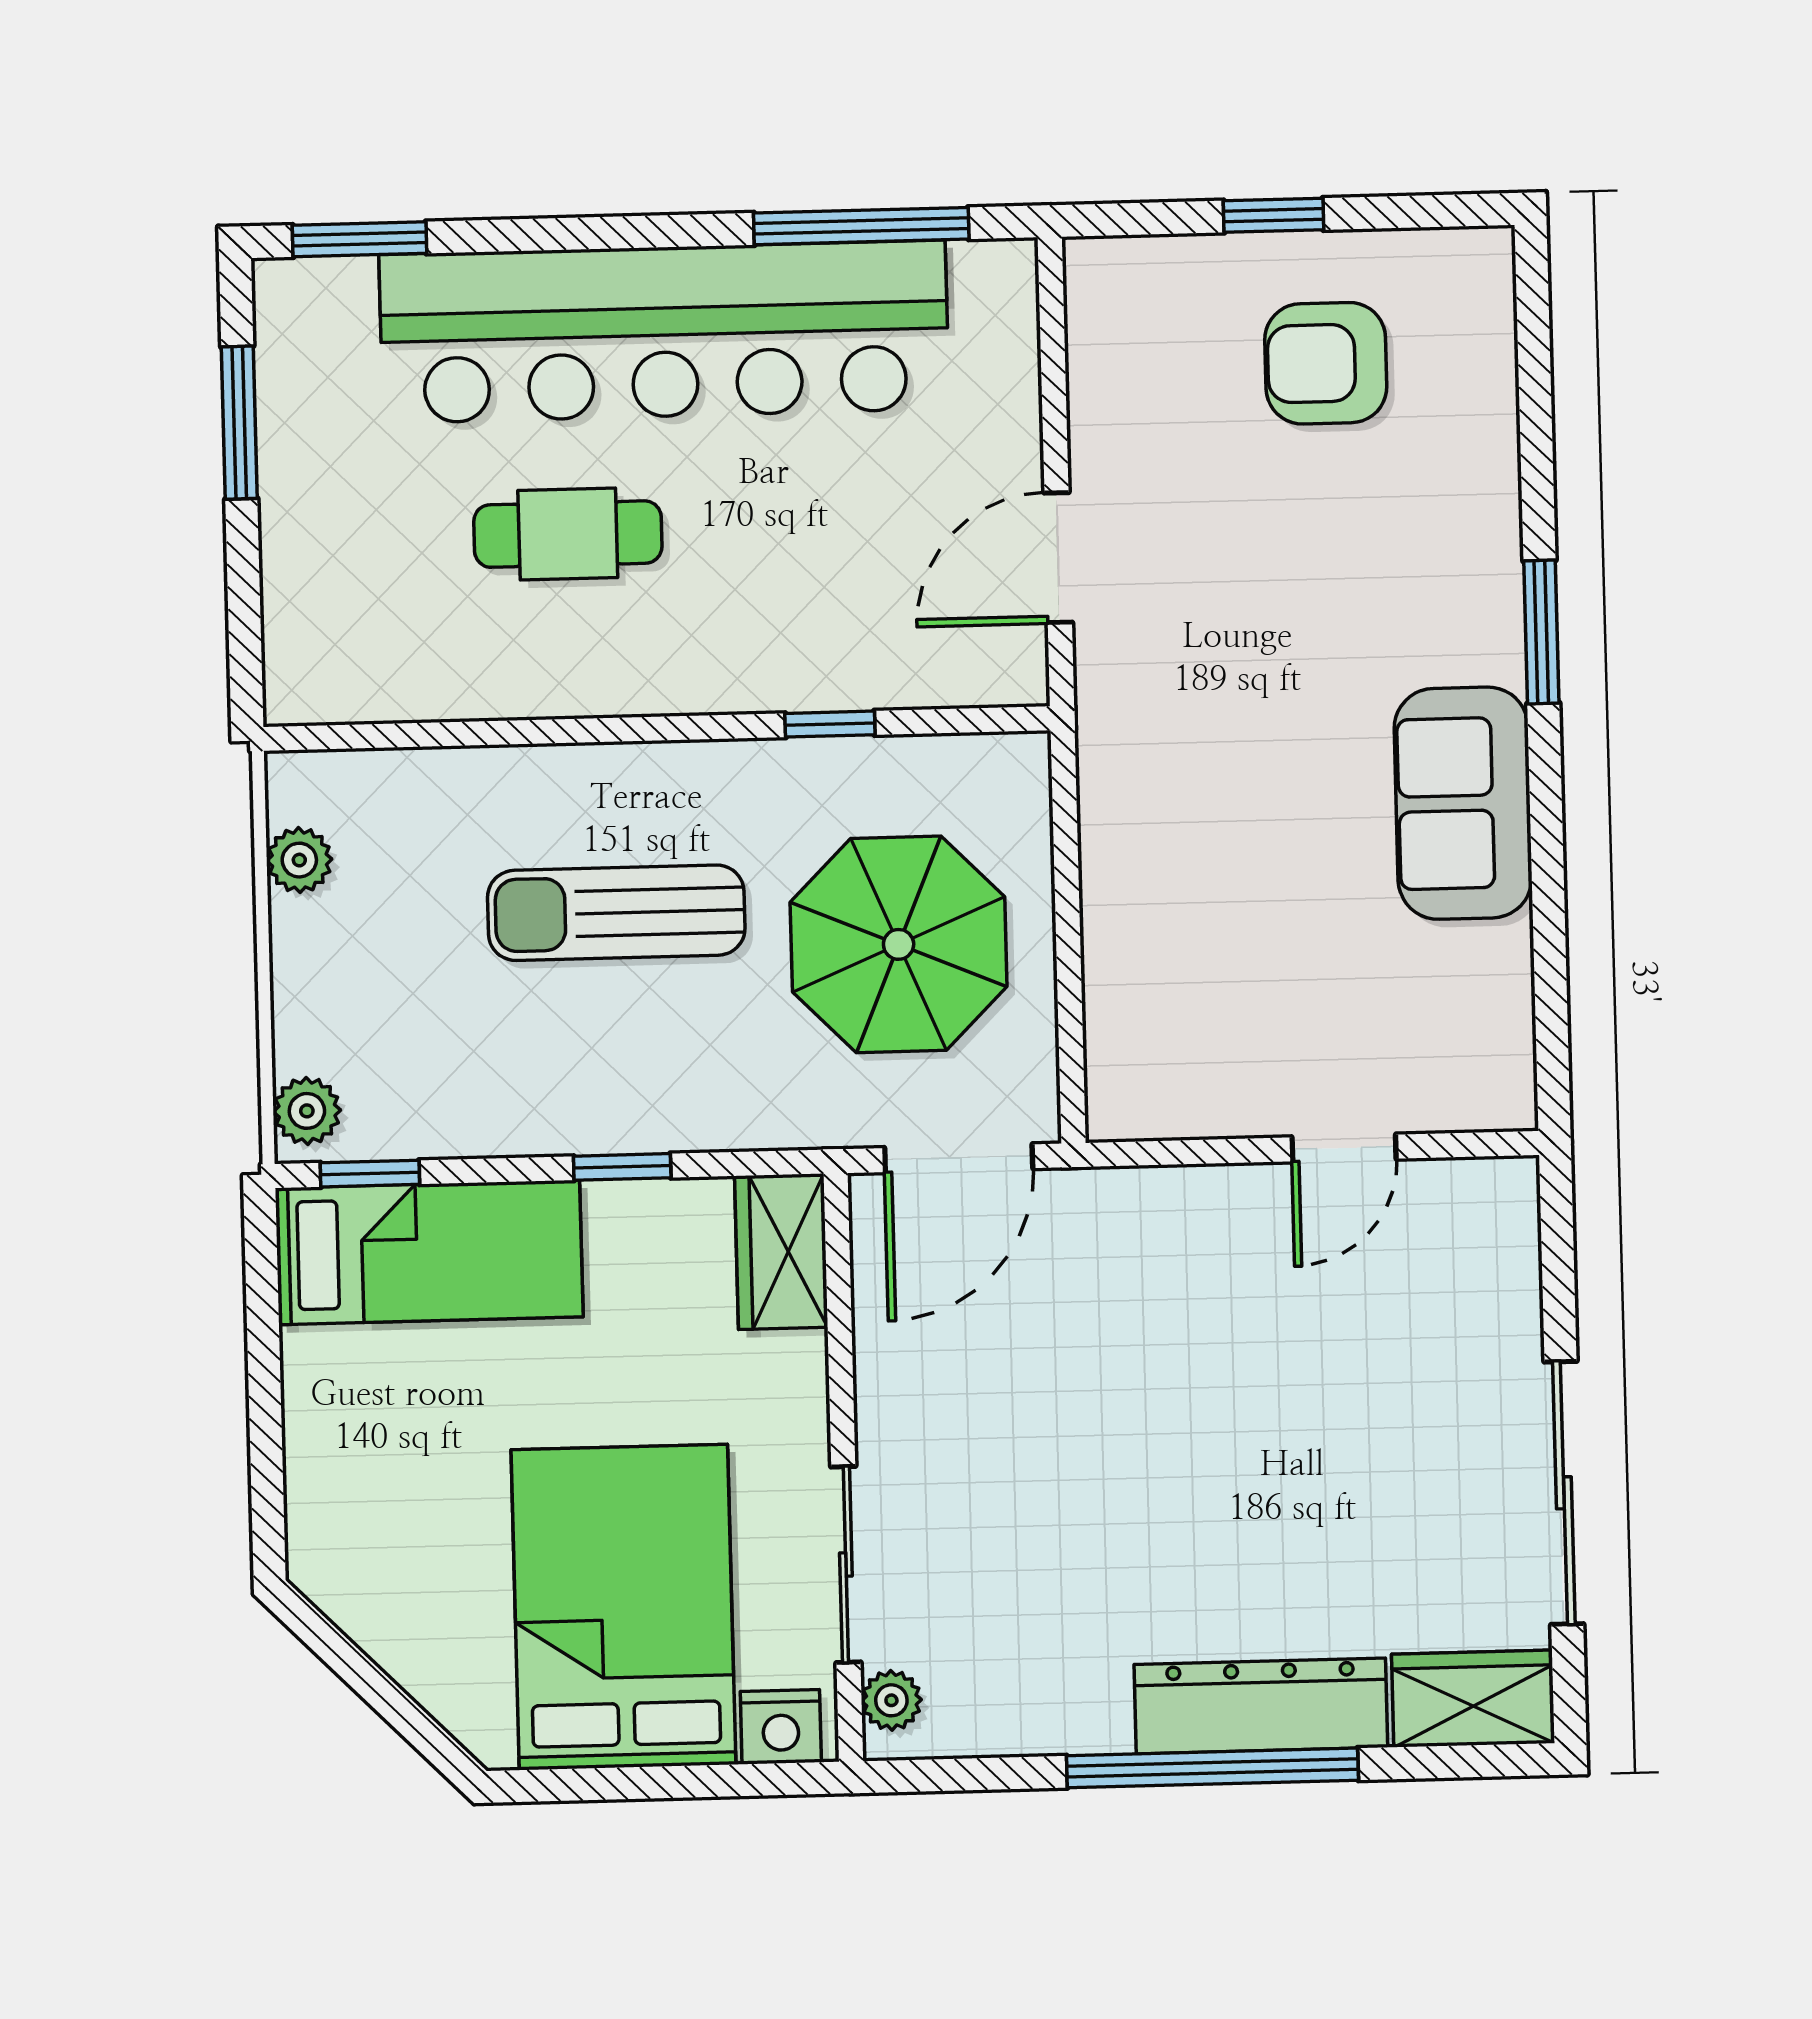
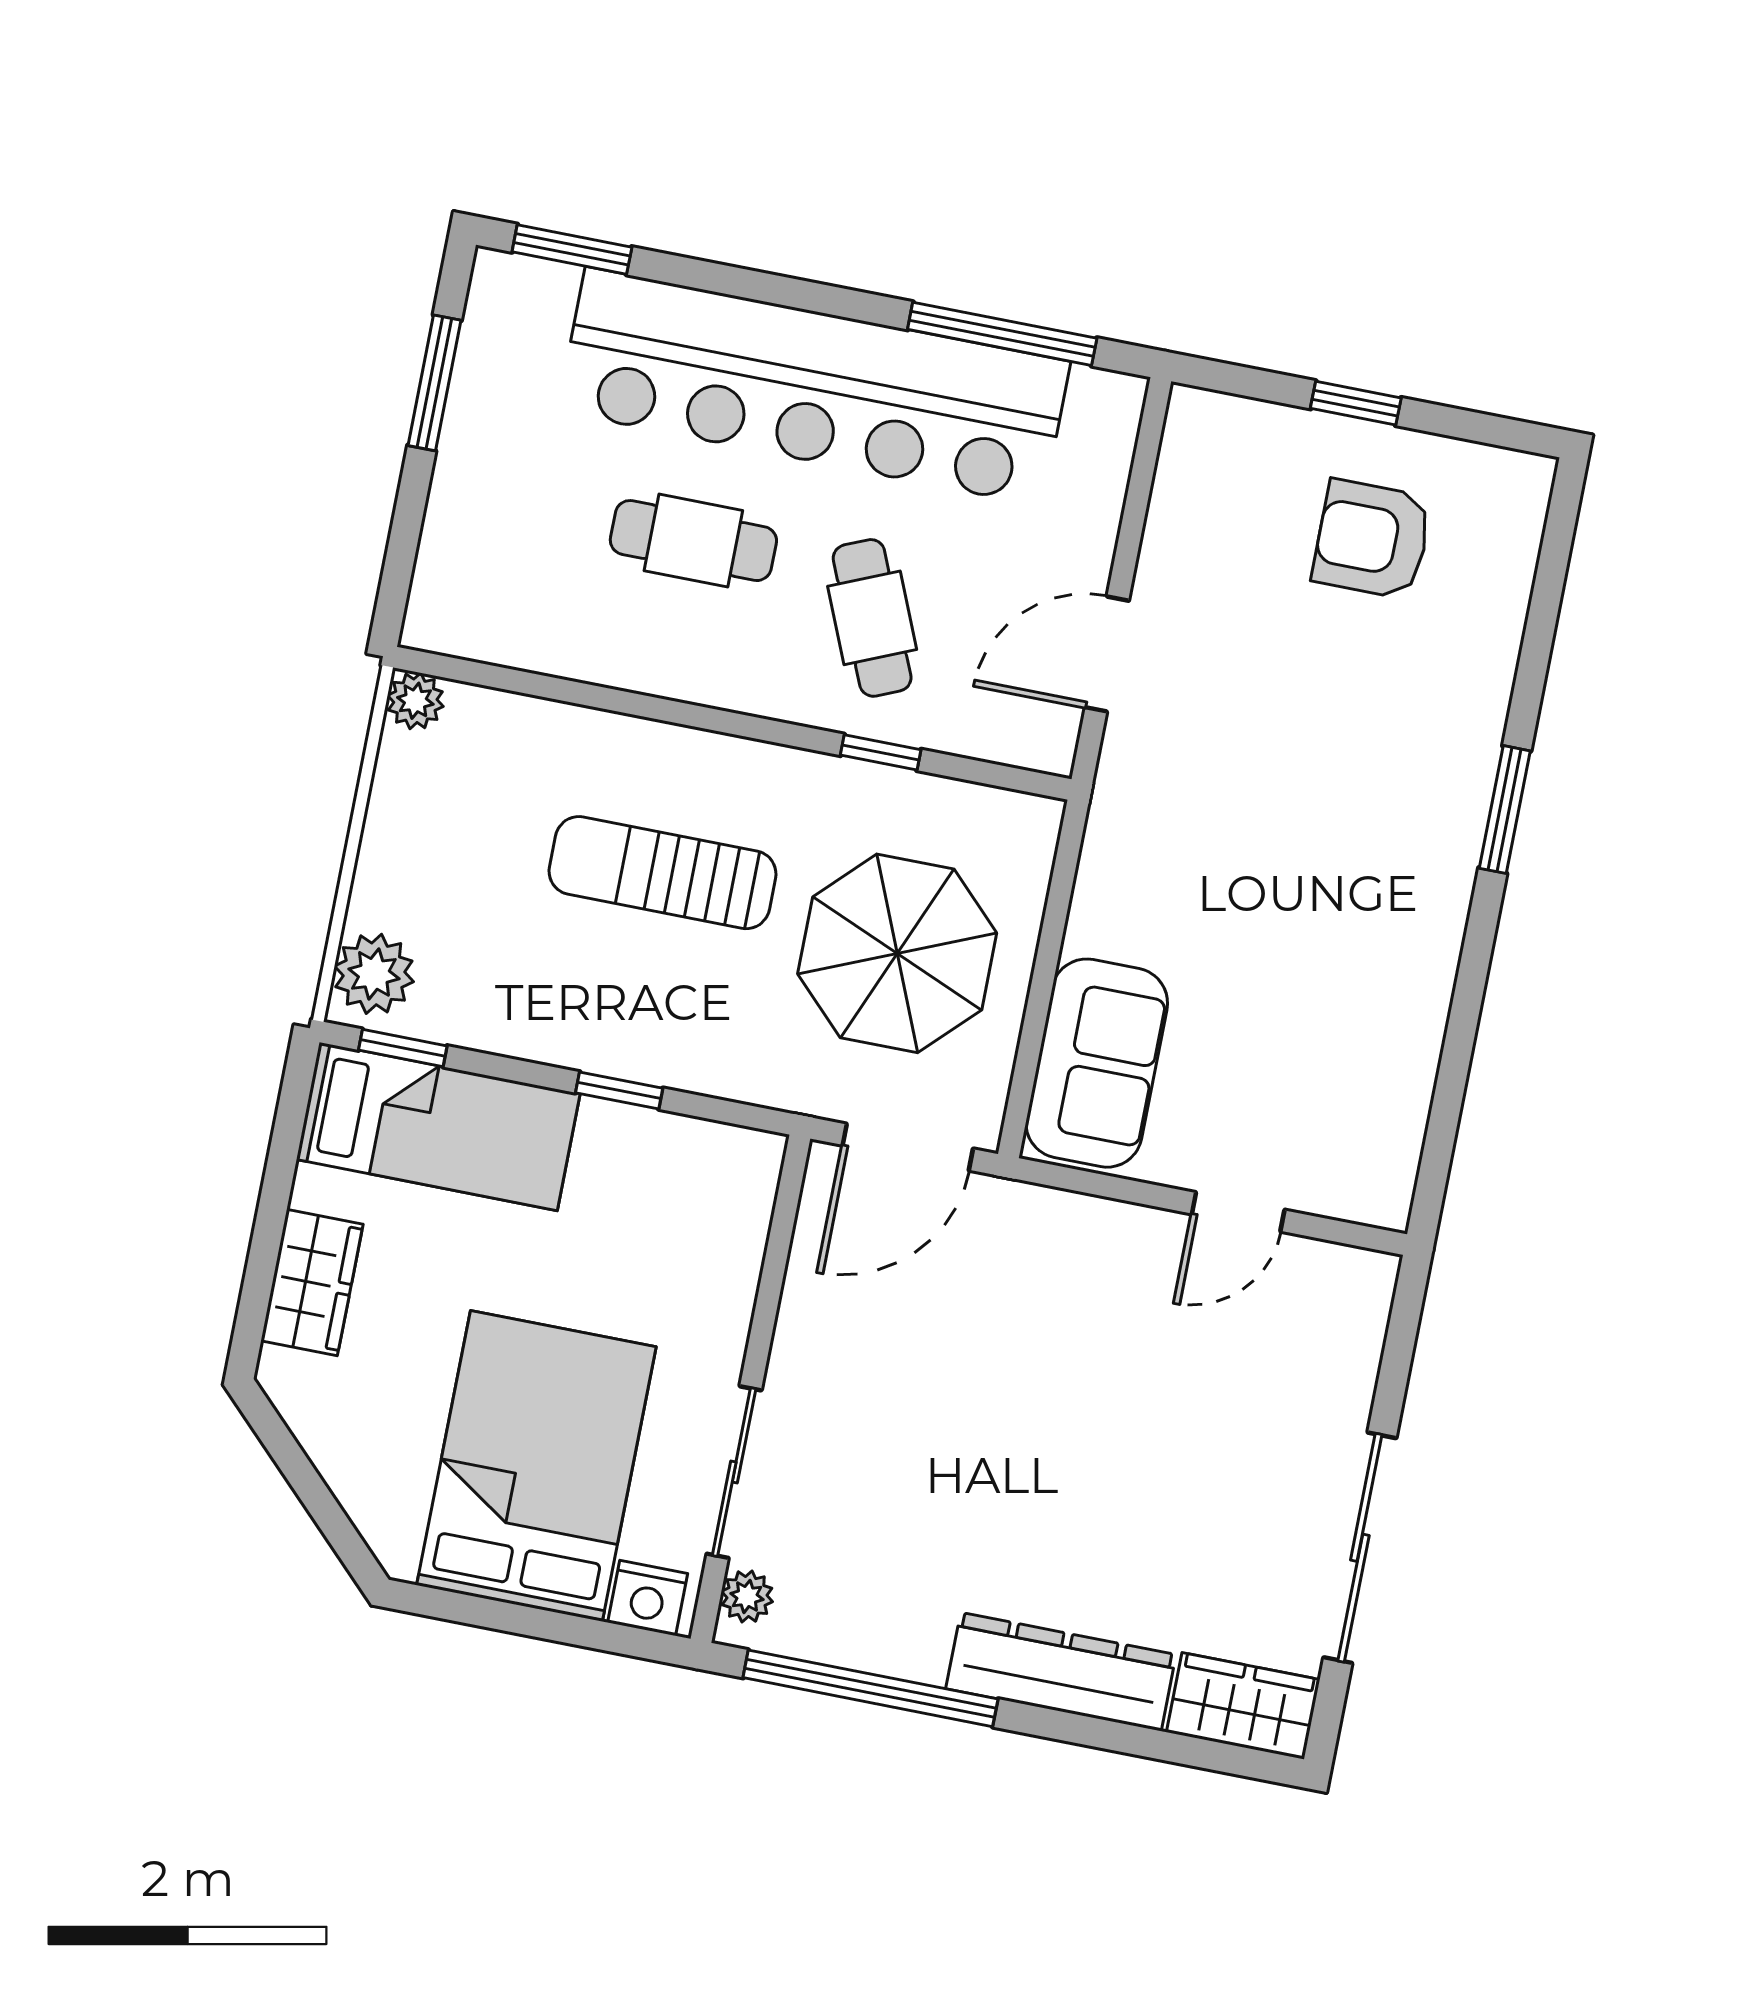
cafe table: (787, 576) -> (872, 618), added
sofa: (1463, 803) -> (1097, 1063), moved, turned 180
plant: (299, 860) -> (415, 701), moved
plant: (307, 1111) -> (374, 974), width x1.38, depth x1.38
wardrobe: (781, 1252) -> (312, 1282), moved, turned 180
window: (1212, 1768) -> (870, 1688), moved

